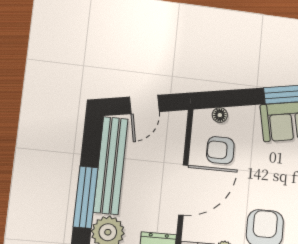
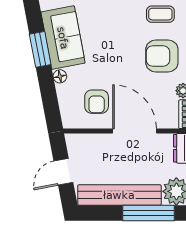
door: (144, 104) -> (63, 172), swing flipped
floor lamp: (220, 115) -> (60, 76), moved

